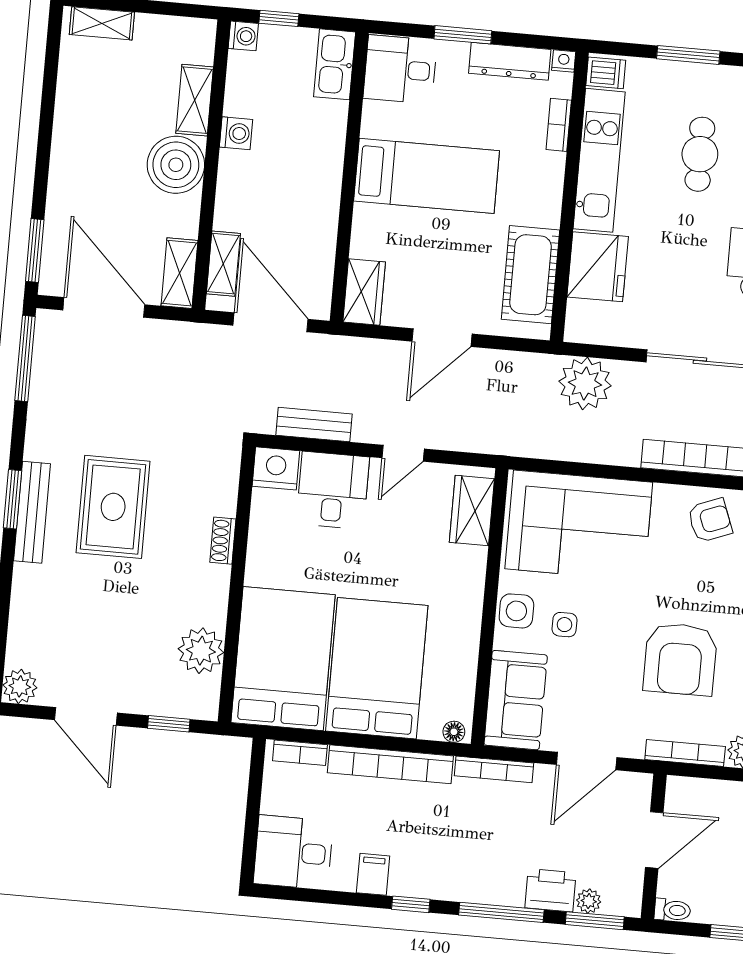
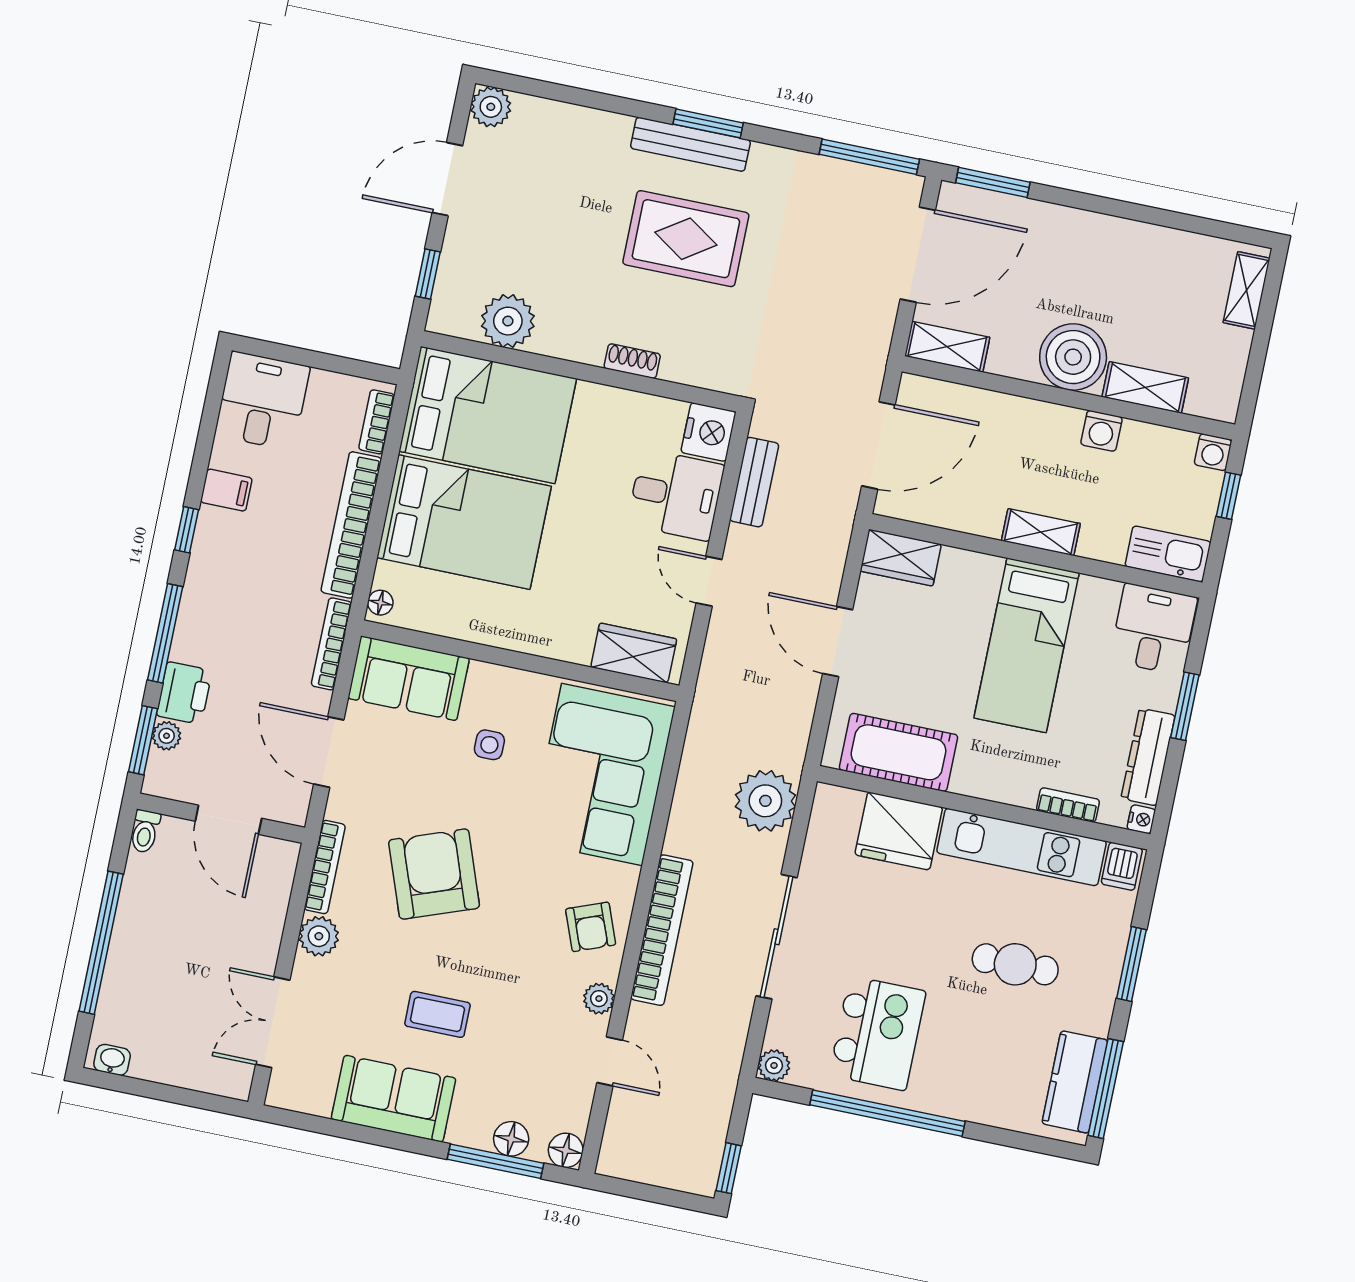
shelving: (223, 264) -> (1041, 532), moved
side table: (516, 611) -> (512, 691), removed
armchair: (680, 659) -> (434, 874), turned 70

